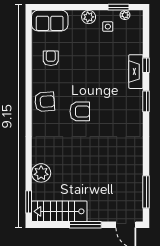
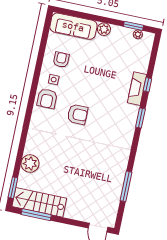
sofa: (50, 21) -> (73, 26), width x1.36
side table: (108, 27) -> (54, 80), moved
armchair: (45, 102) -> (47, 99), turned 94
window: (146, 192) -> (126, 186), moved
window: (85, 225) -> (36, 215), moved

